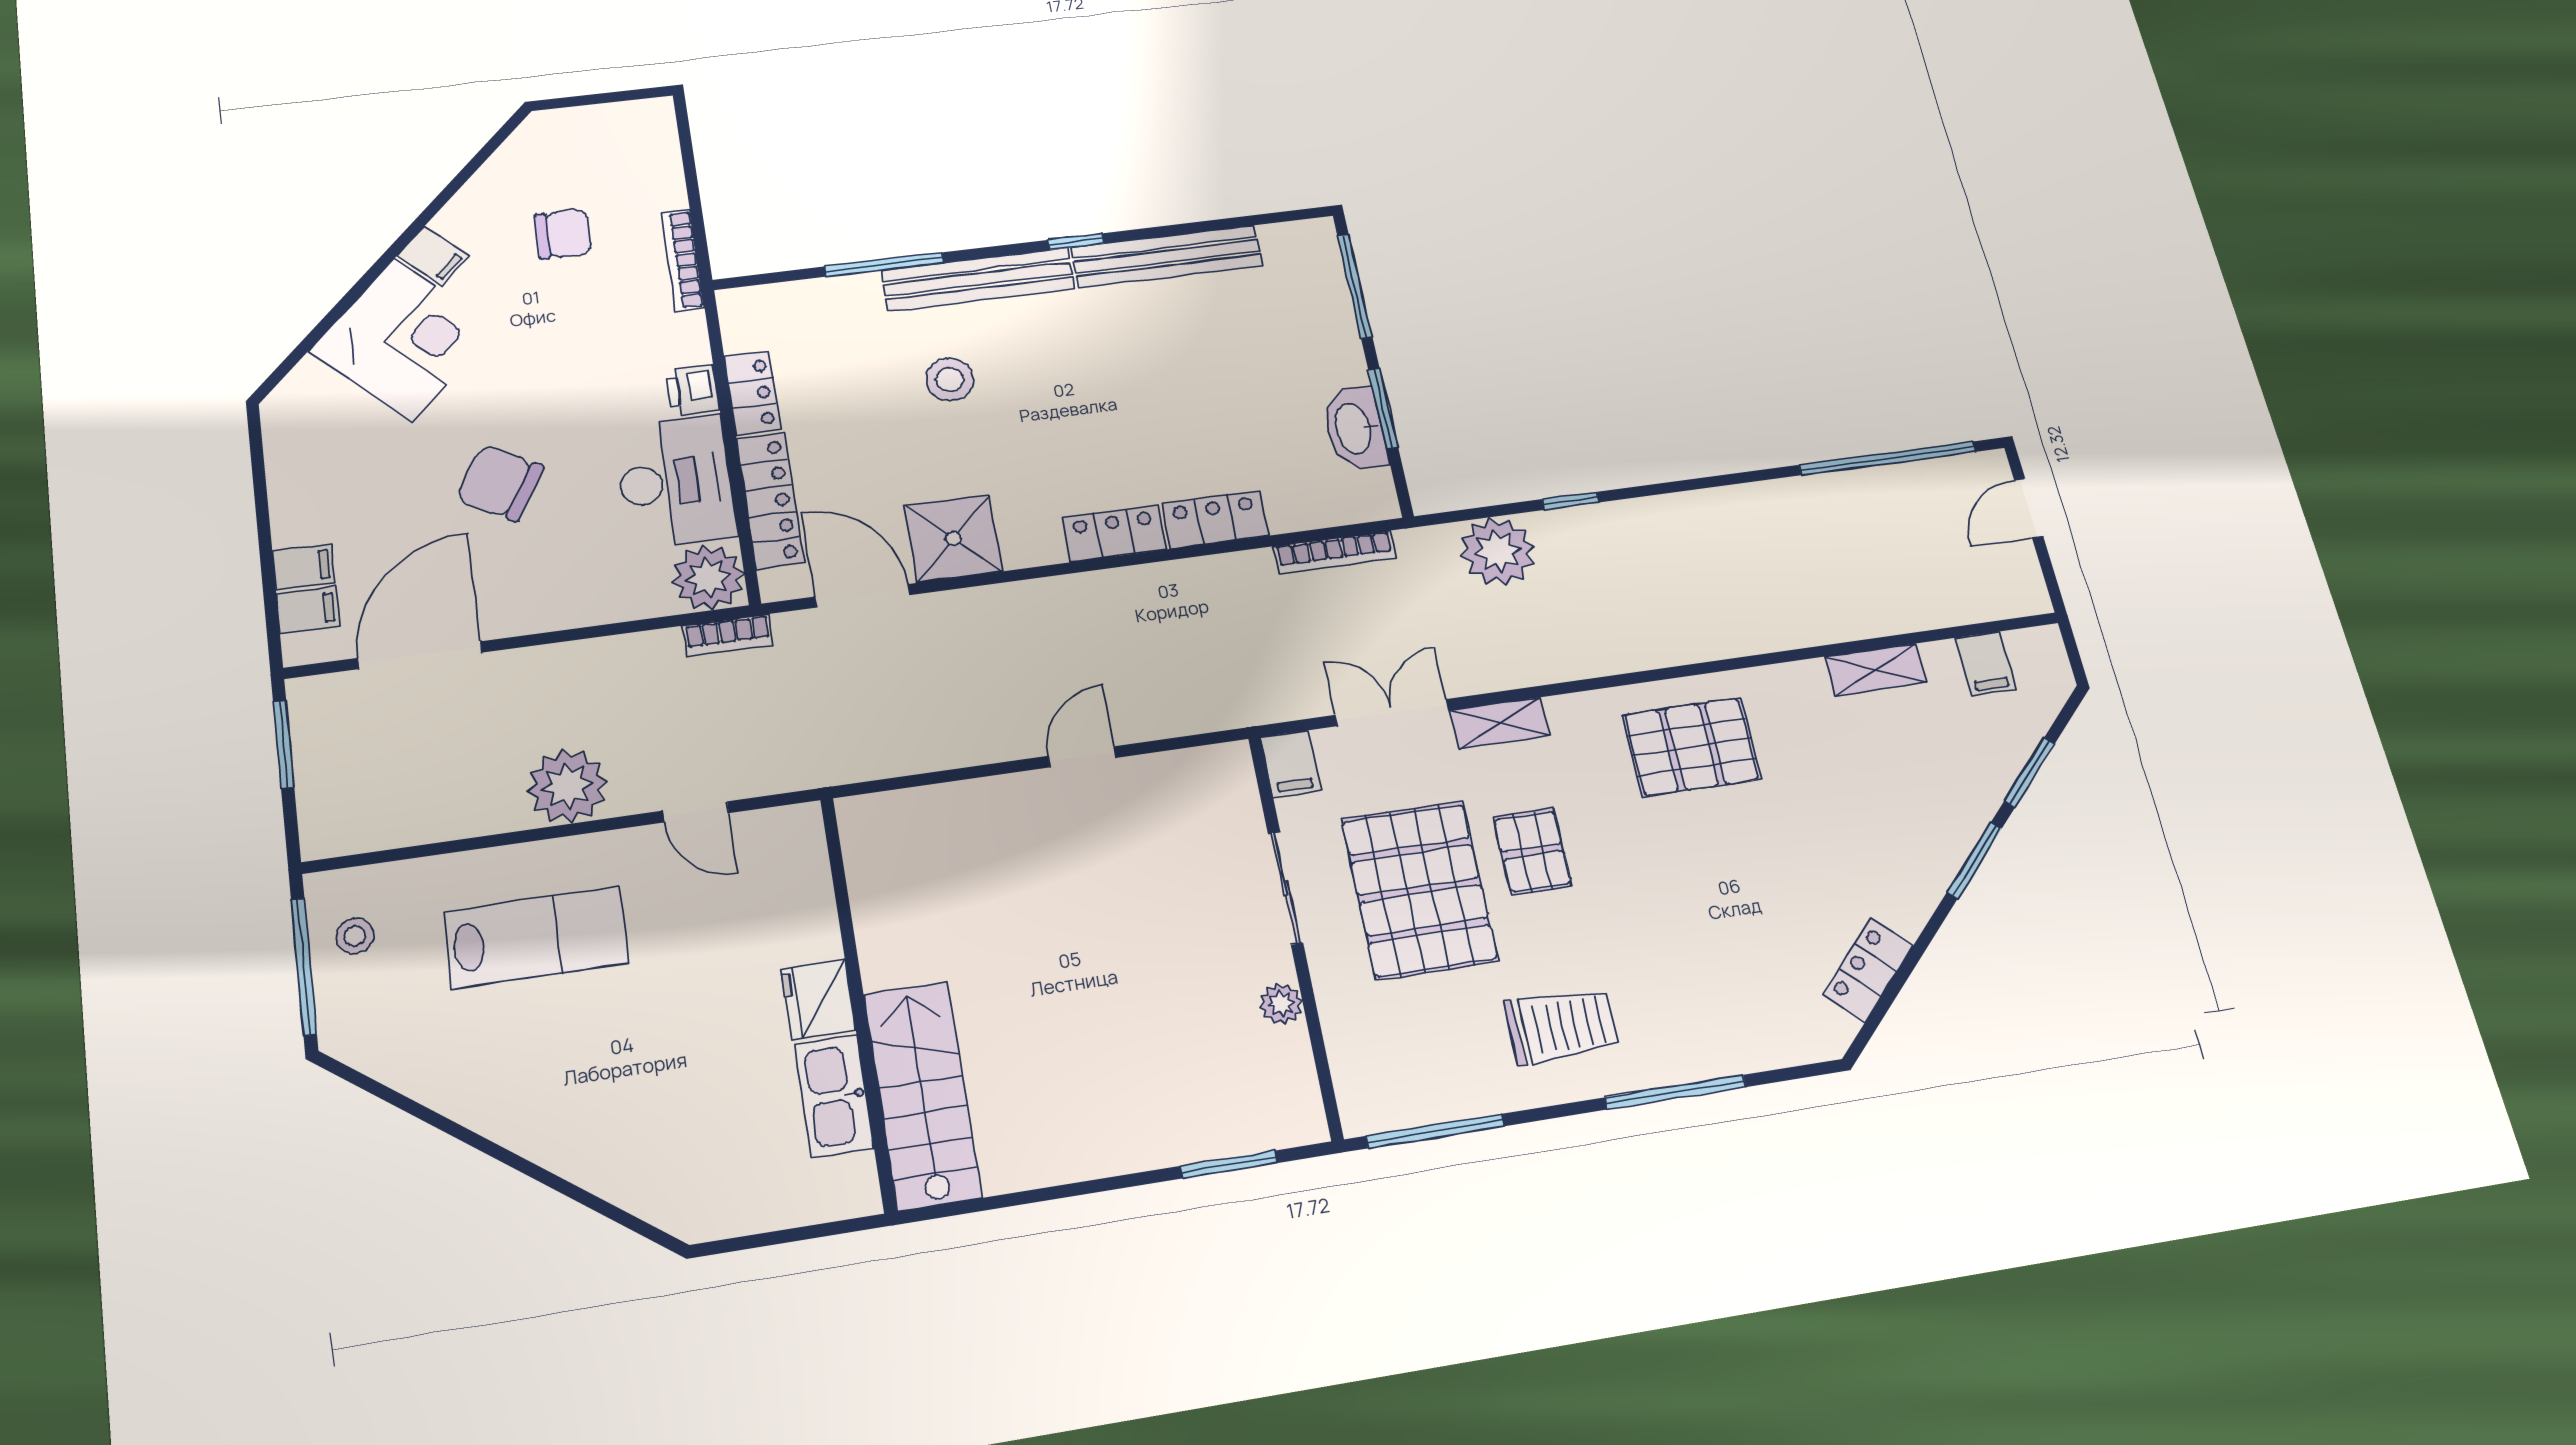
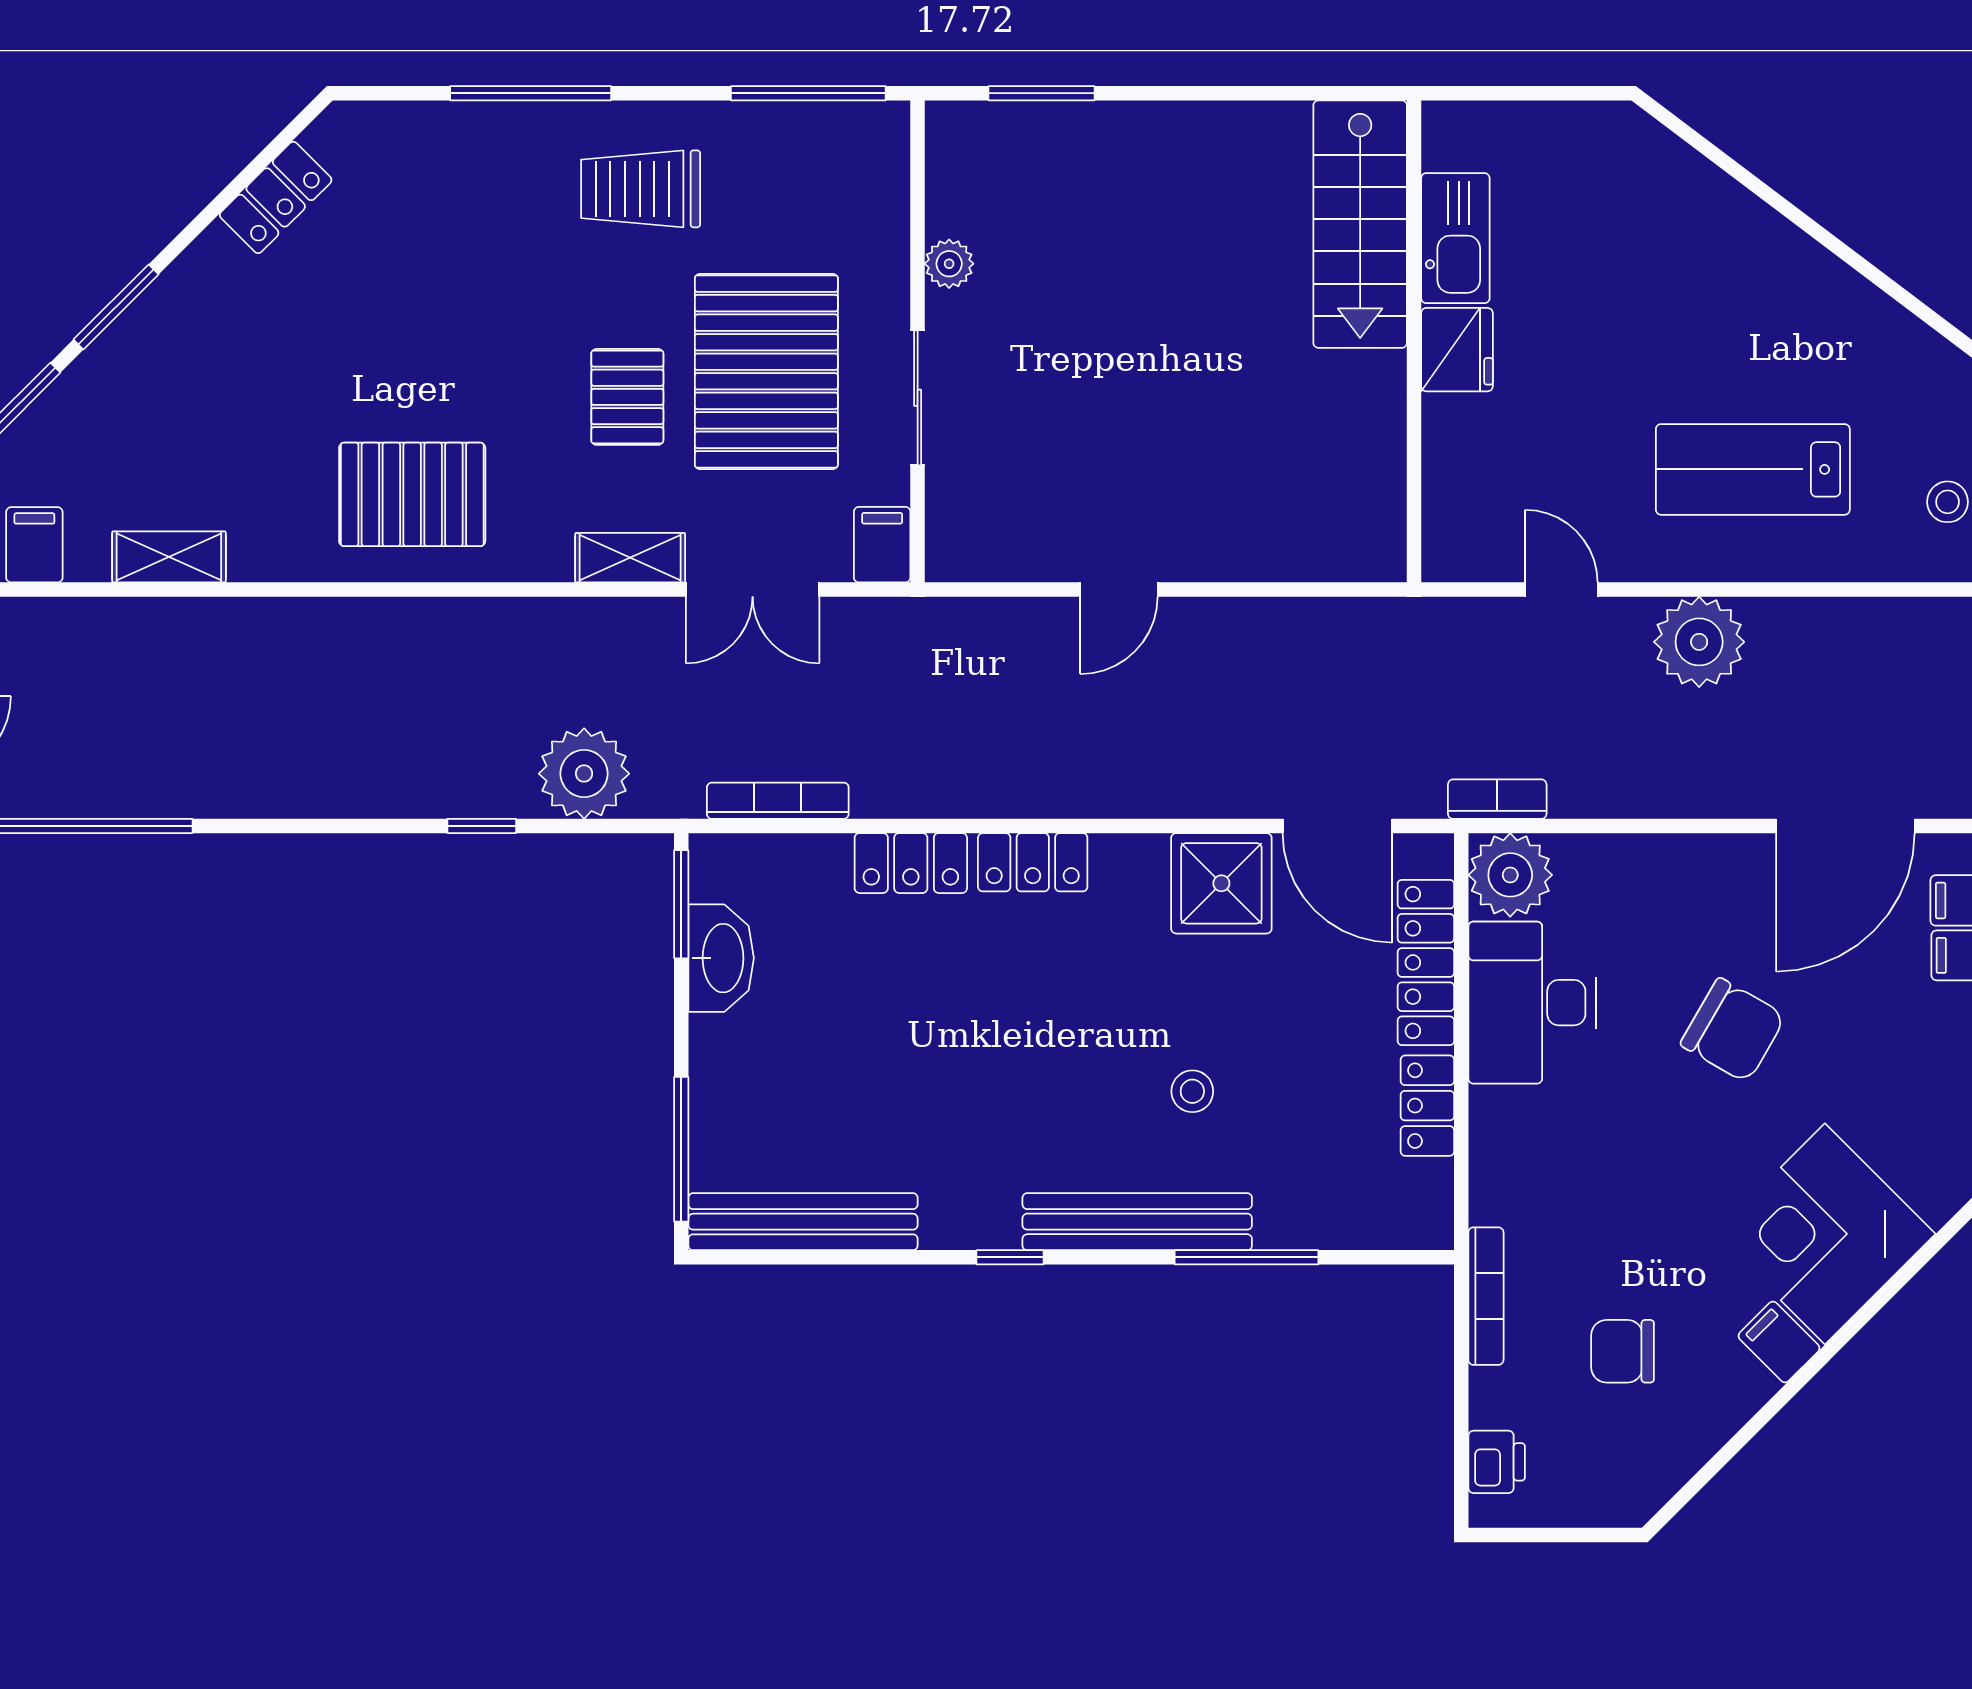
bench: (1167, 256) -> (803, 1222), moved
stool: (950, 379) -> (1192, 1091), width x0.73, depth x0.73
printer: (693, 390) -> (1497, 1462), moved
window: (1383, 409) -> (681, 904), moved

